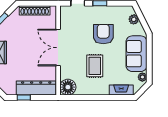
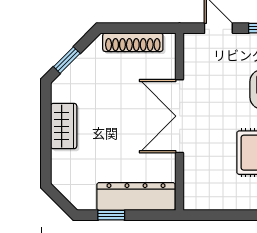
floor lamp: (68, 87) -> (199, 195), removed

